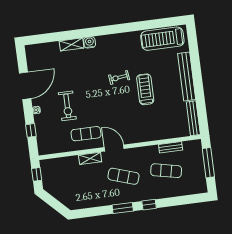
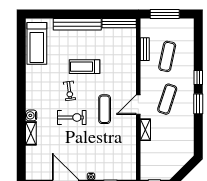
exercise bike: (67, 106) -> (72, 117), moved
exercise mat: (86, 134) -> (105, 109), moved

